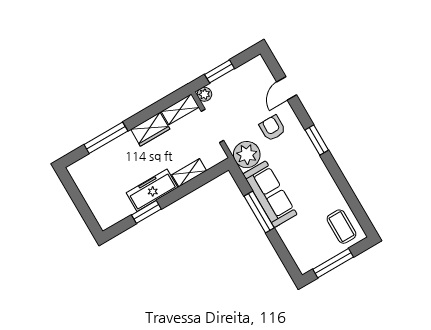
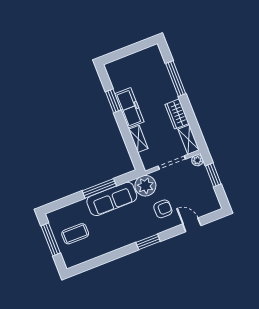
coffee table: (341, 227) -> (75, 234), moved

